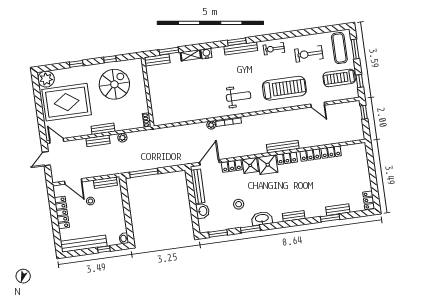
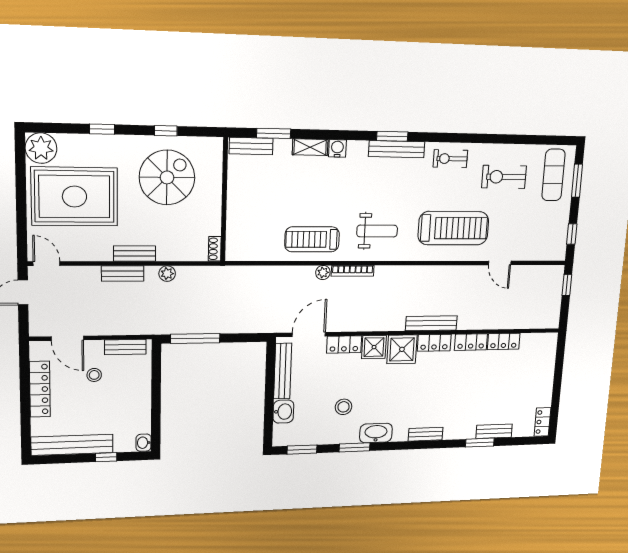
treadmill: (339, 78) -> (312, 239), moved

